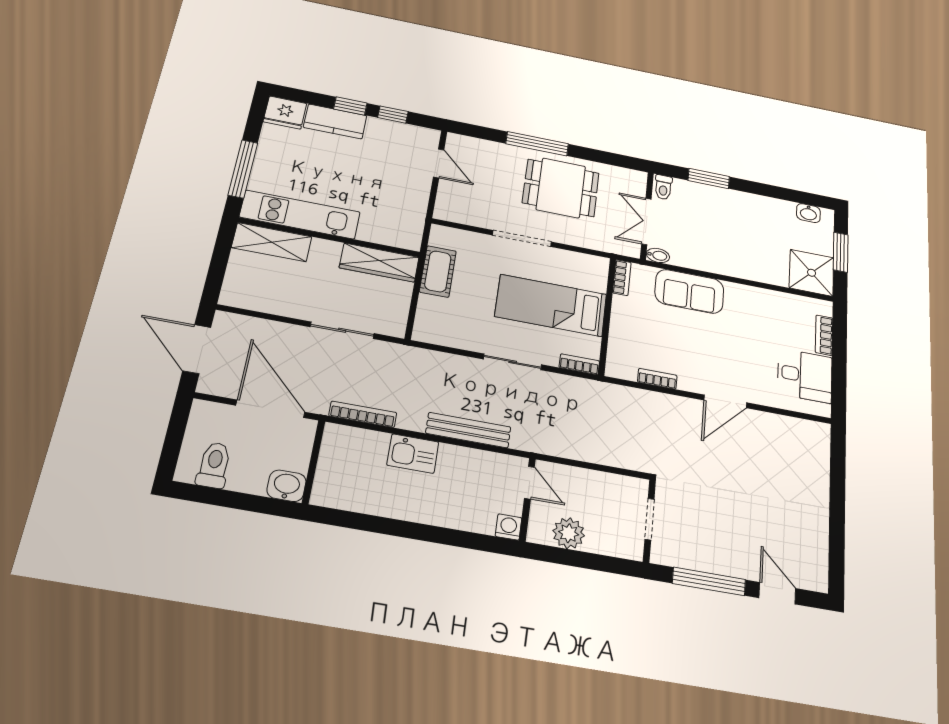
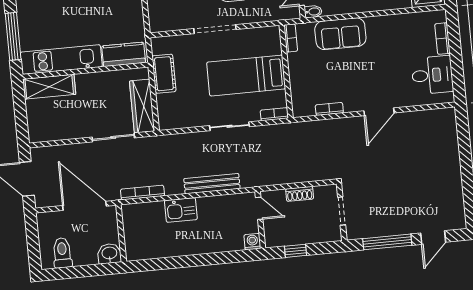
kitchen counter: (389, 233) -> (124, 54), added
wardrobe: (379, 263) -> (142, 106), moved, turned 90
shoe rack: (593, 479) -> (300, 194), added
plant: (569, 533) -> (291, 235), removed
window: (570, 558) -> (295, 251), added
door: (777, 593) -> (433, 238), swing flipped

